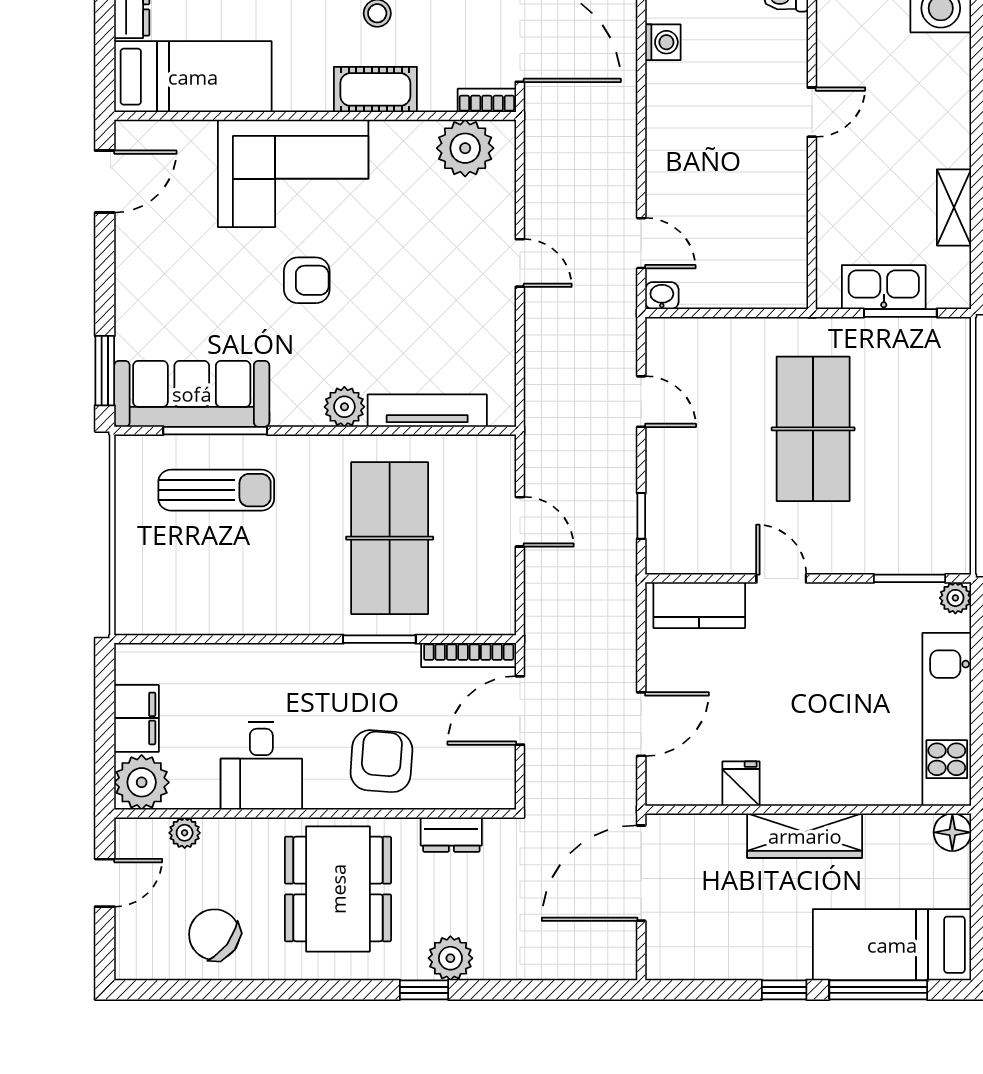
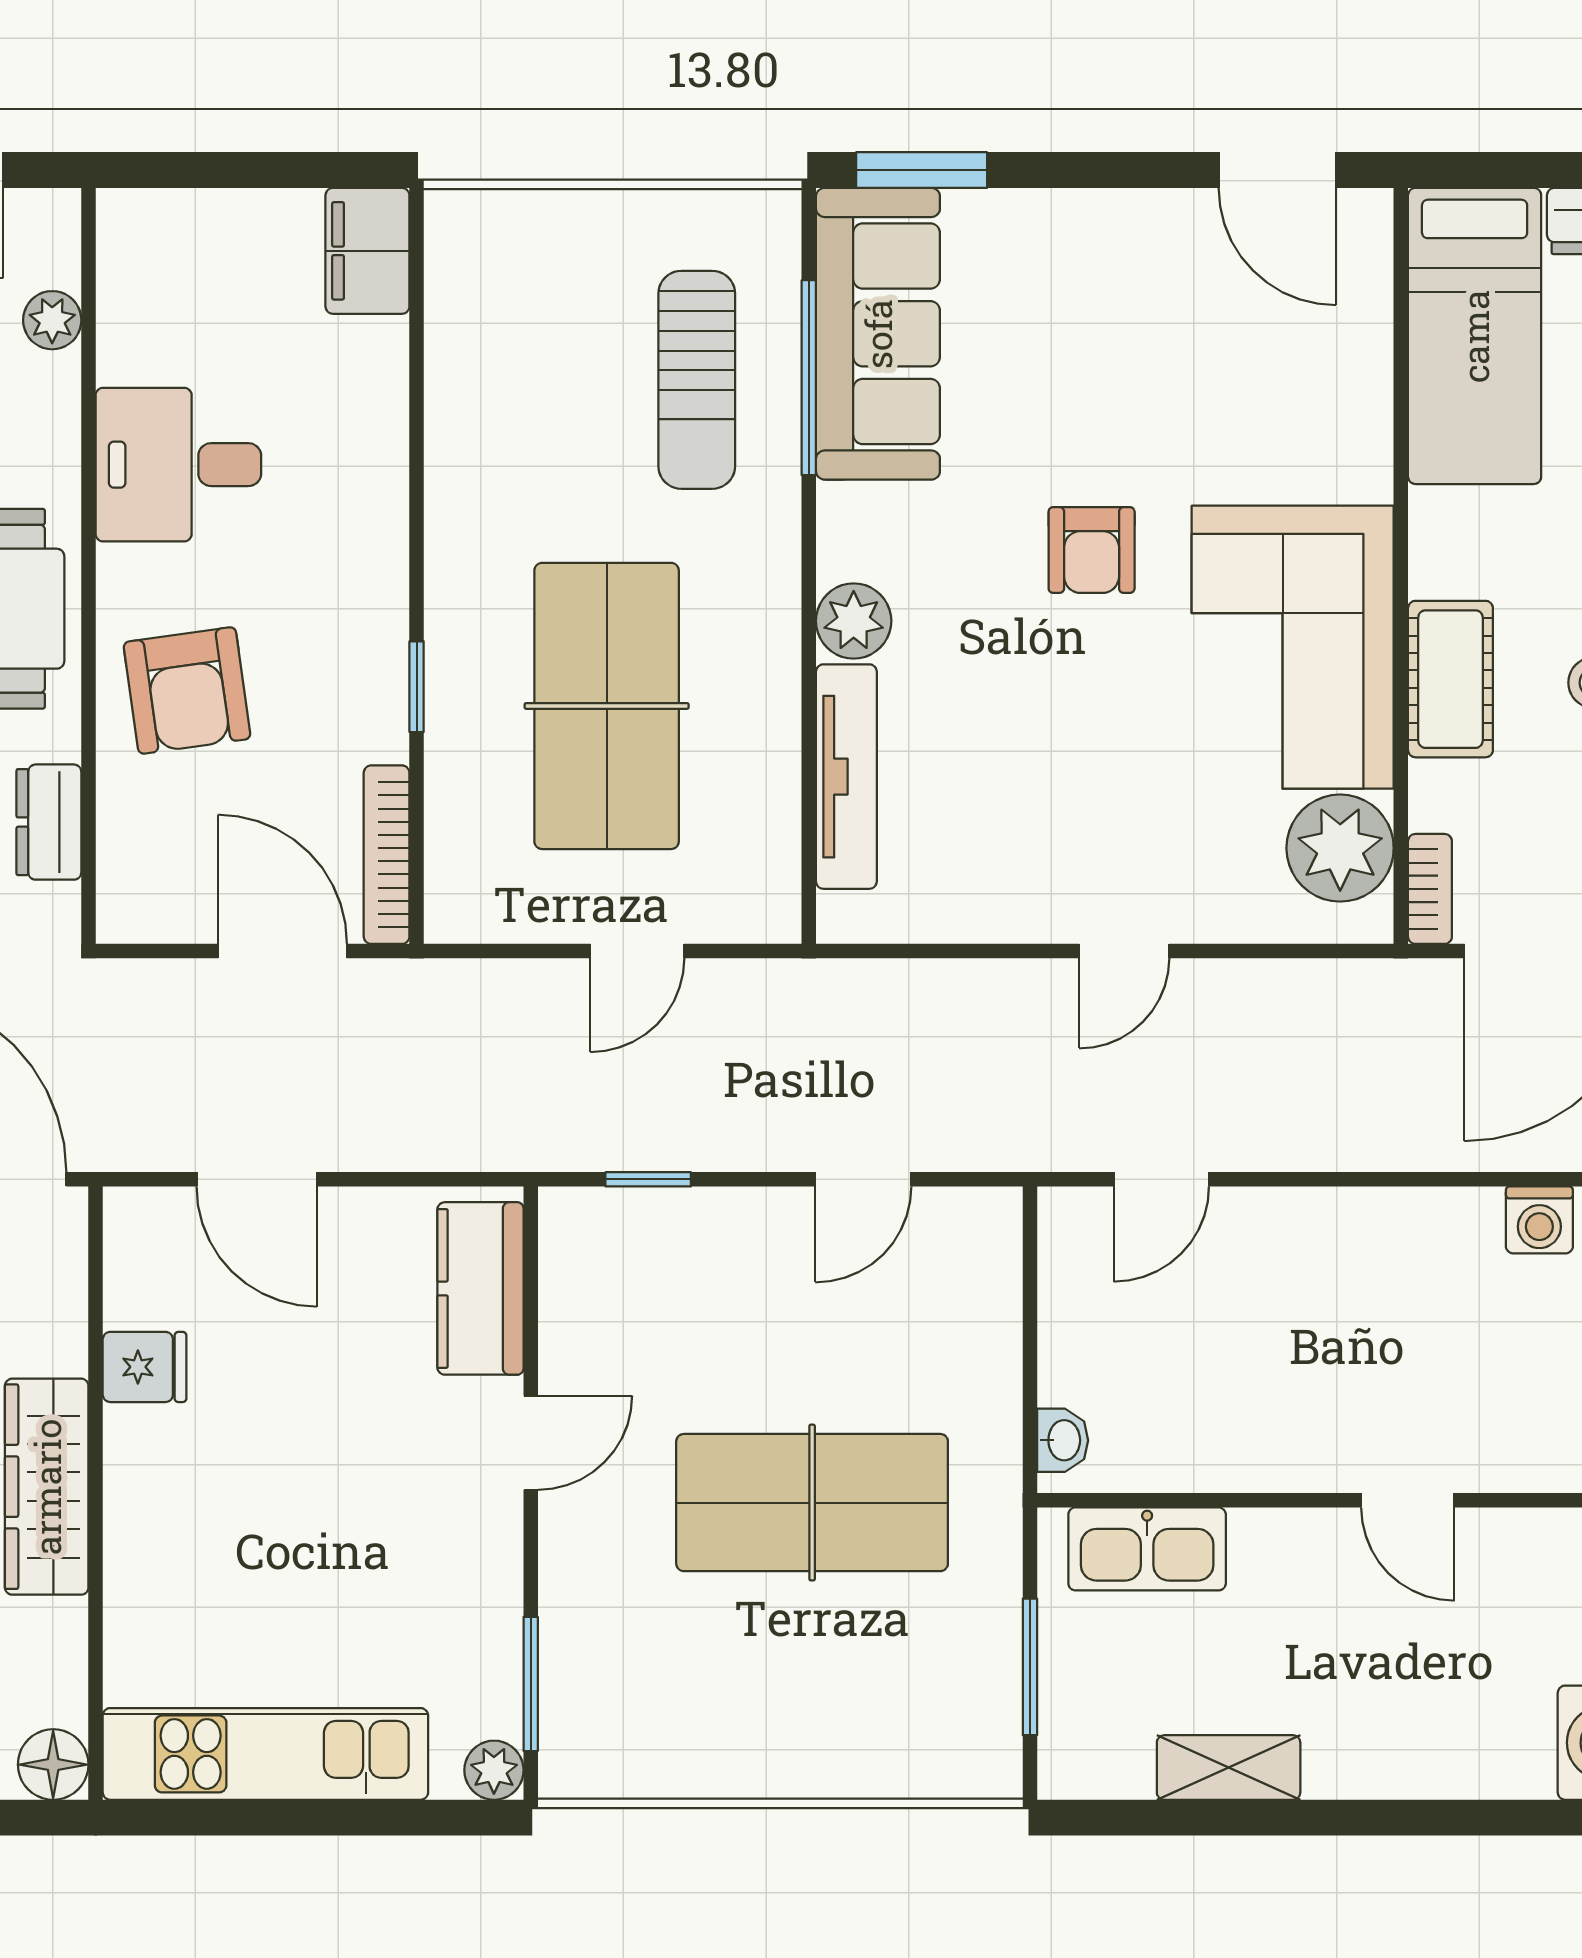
corner sofa: (293, 173) -> (1293, 647), moved
kitchen sink: (884, 287) -> (1147, 1549), moved, turned 90
washbasin: (662, 296) -> (1063, 1440), moved
table tennis table: (390, 538) -> (607, 706), turned 90
window: (379, 639) -> (417, 687), width x0.67
filing cabinet: (137, 718) -> (367, 251), moved, turned 90
armchair: (381, 761) -> (187, 690), turned 78
plant: (142, 782) -> (147, 239), removed

